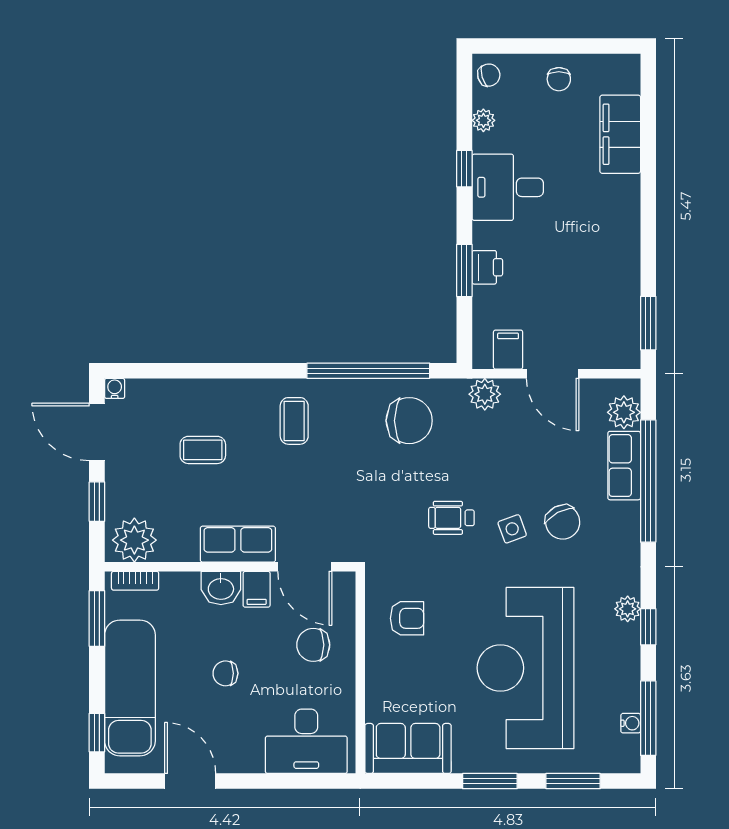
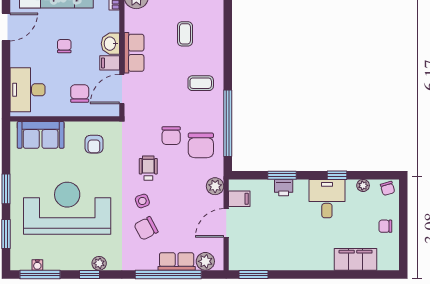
chair: (391, 476) -> (171, 136), added
sofa: (408, 748) -> (41, 135), moved, turned 90

